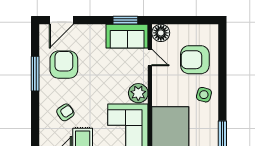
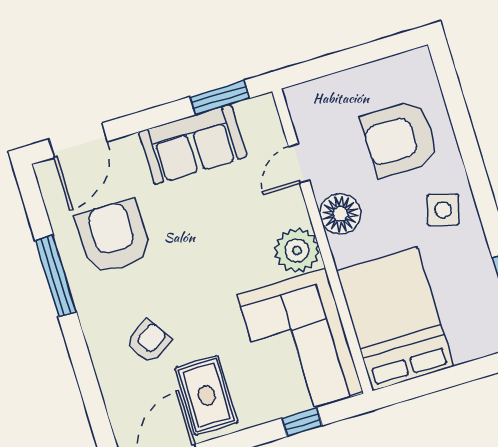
floor lamp: (161, 33) -> (340, 214), moved
sofa: (127, 36) -> (193, 144), moved
door: (150, 57) -> (299, 164), swing flipped

